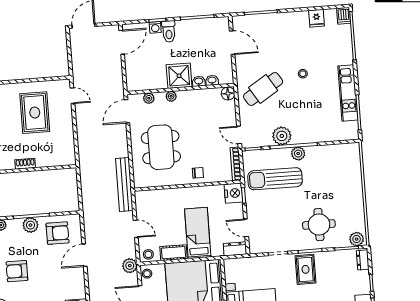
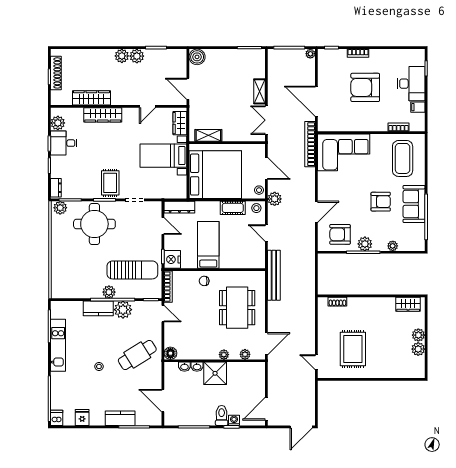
kitchen counter: (276, 20) -> (120, 418), added
kitchen counter: (308, 135) -> (98, 308), added
shoe rack: (25, 164) -> (337, 302), moved
round table: (319, 225) -> (94, 224), width x1.36, depth x1.36
bed: (198, 233) -> (208, 245), moved, turned 180
dresser: (235, 249) -> (179, 207), width x1.44

